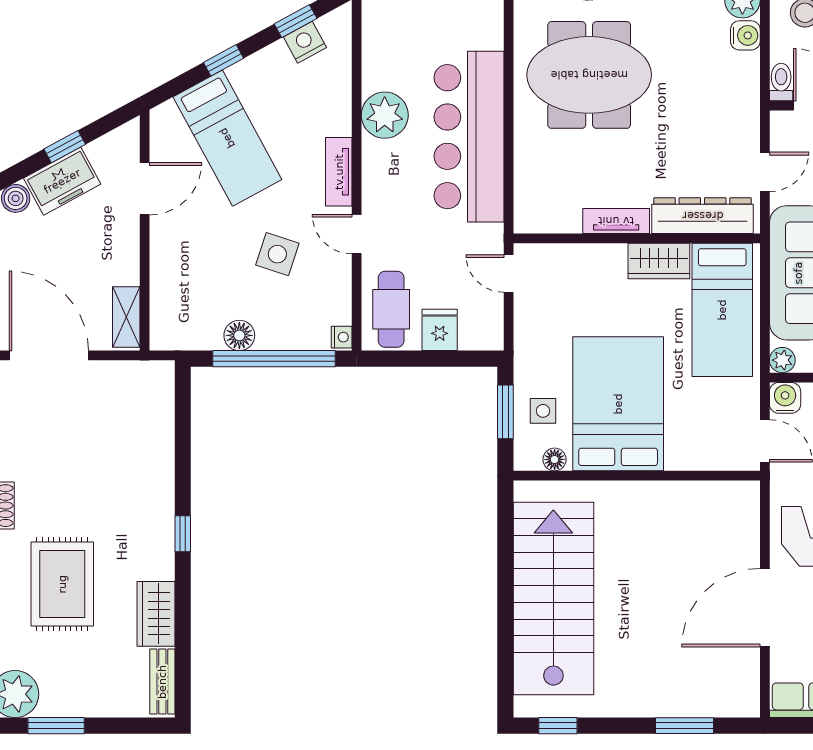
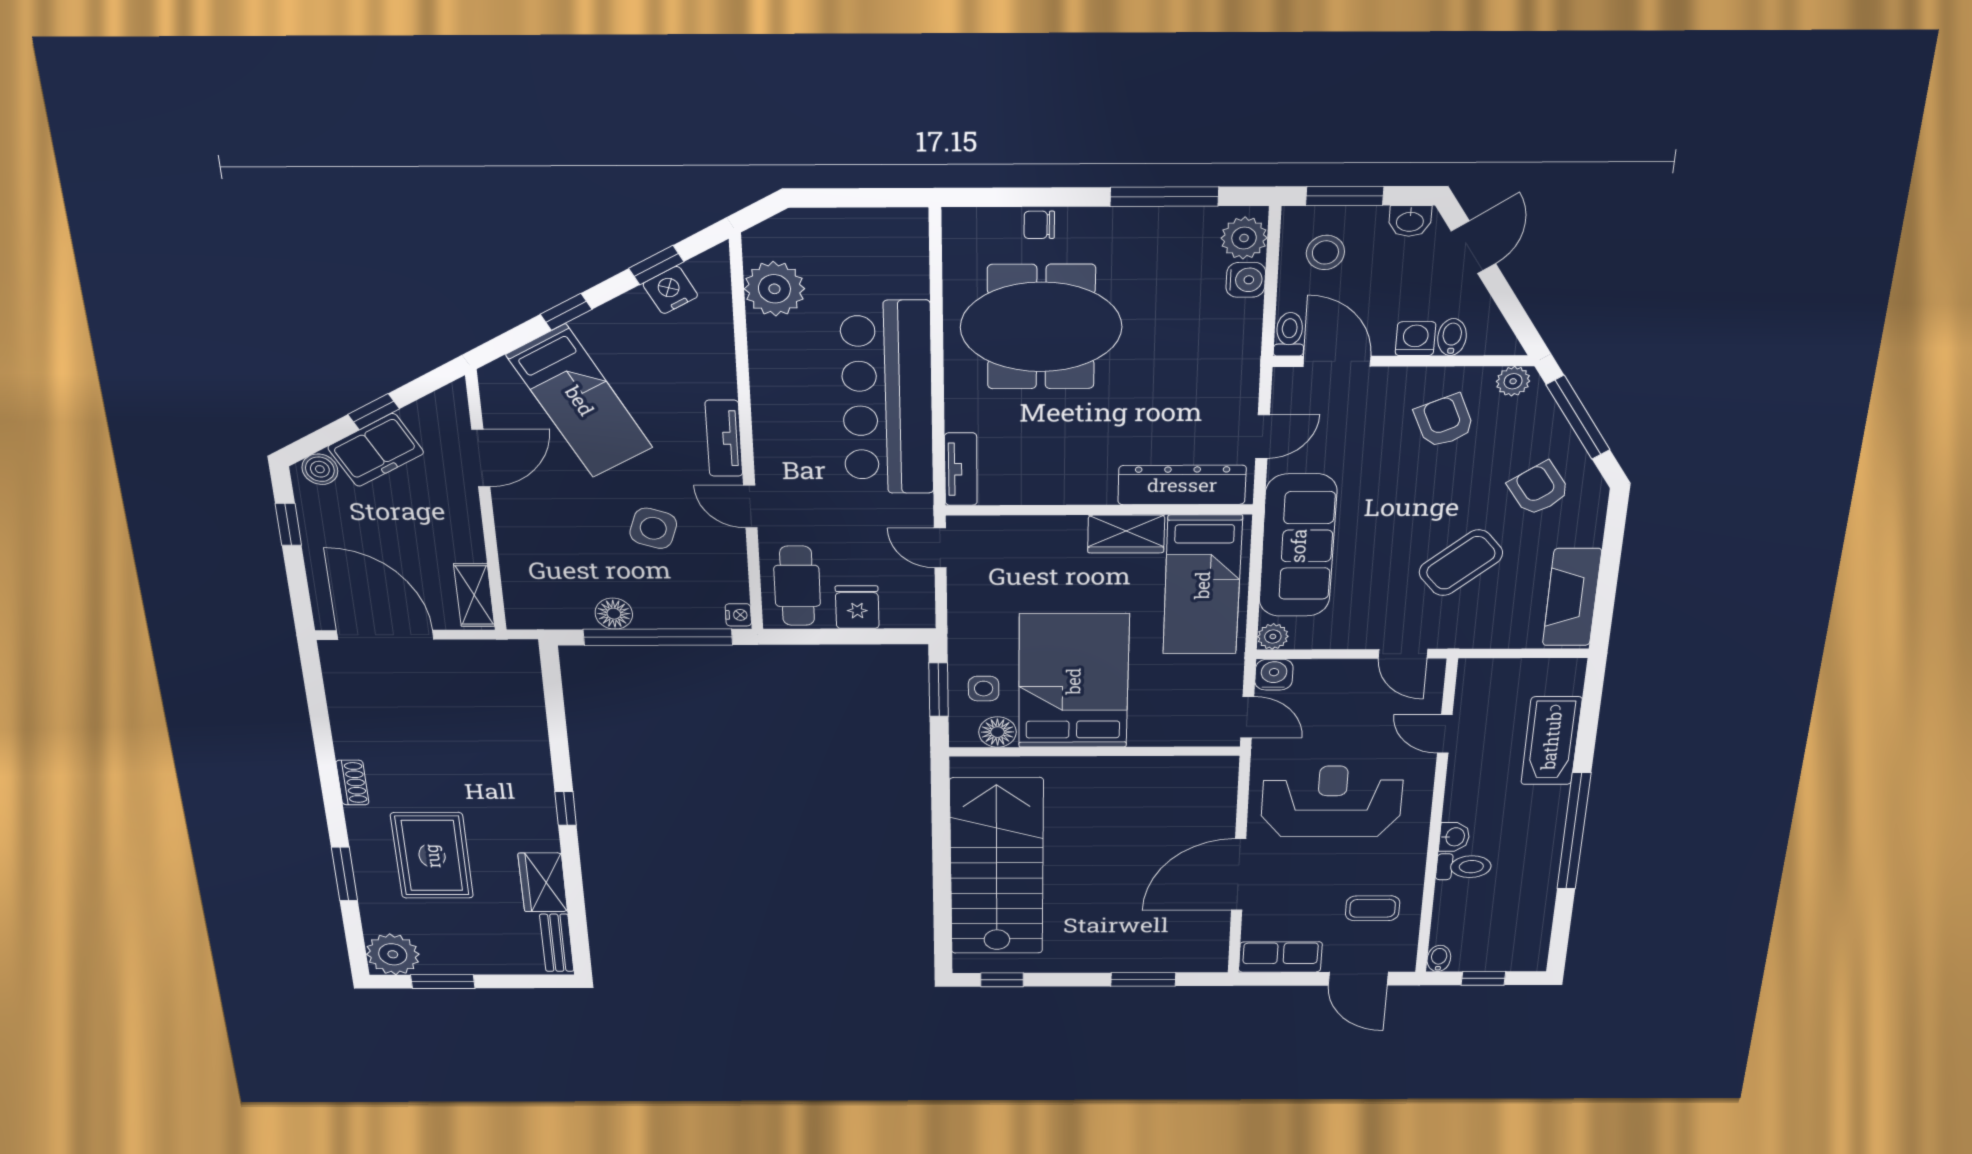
plant: (385, 115) -> (774, 289), moved
tv unit: (616, 221) -> (961, 469), moved, turned 90
floor lamp: (555, 459) -> (998, 732), width x1.37, depth x1.37

